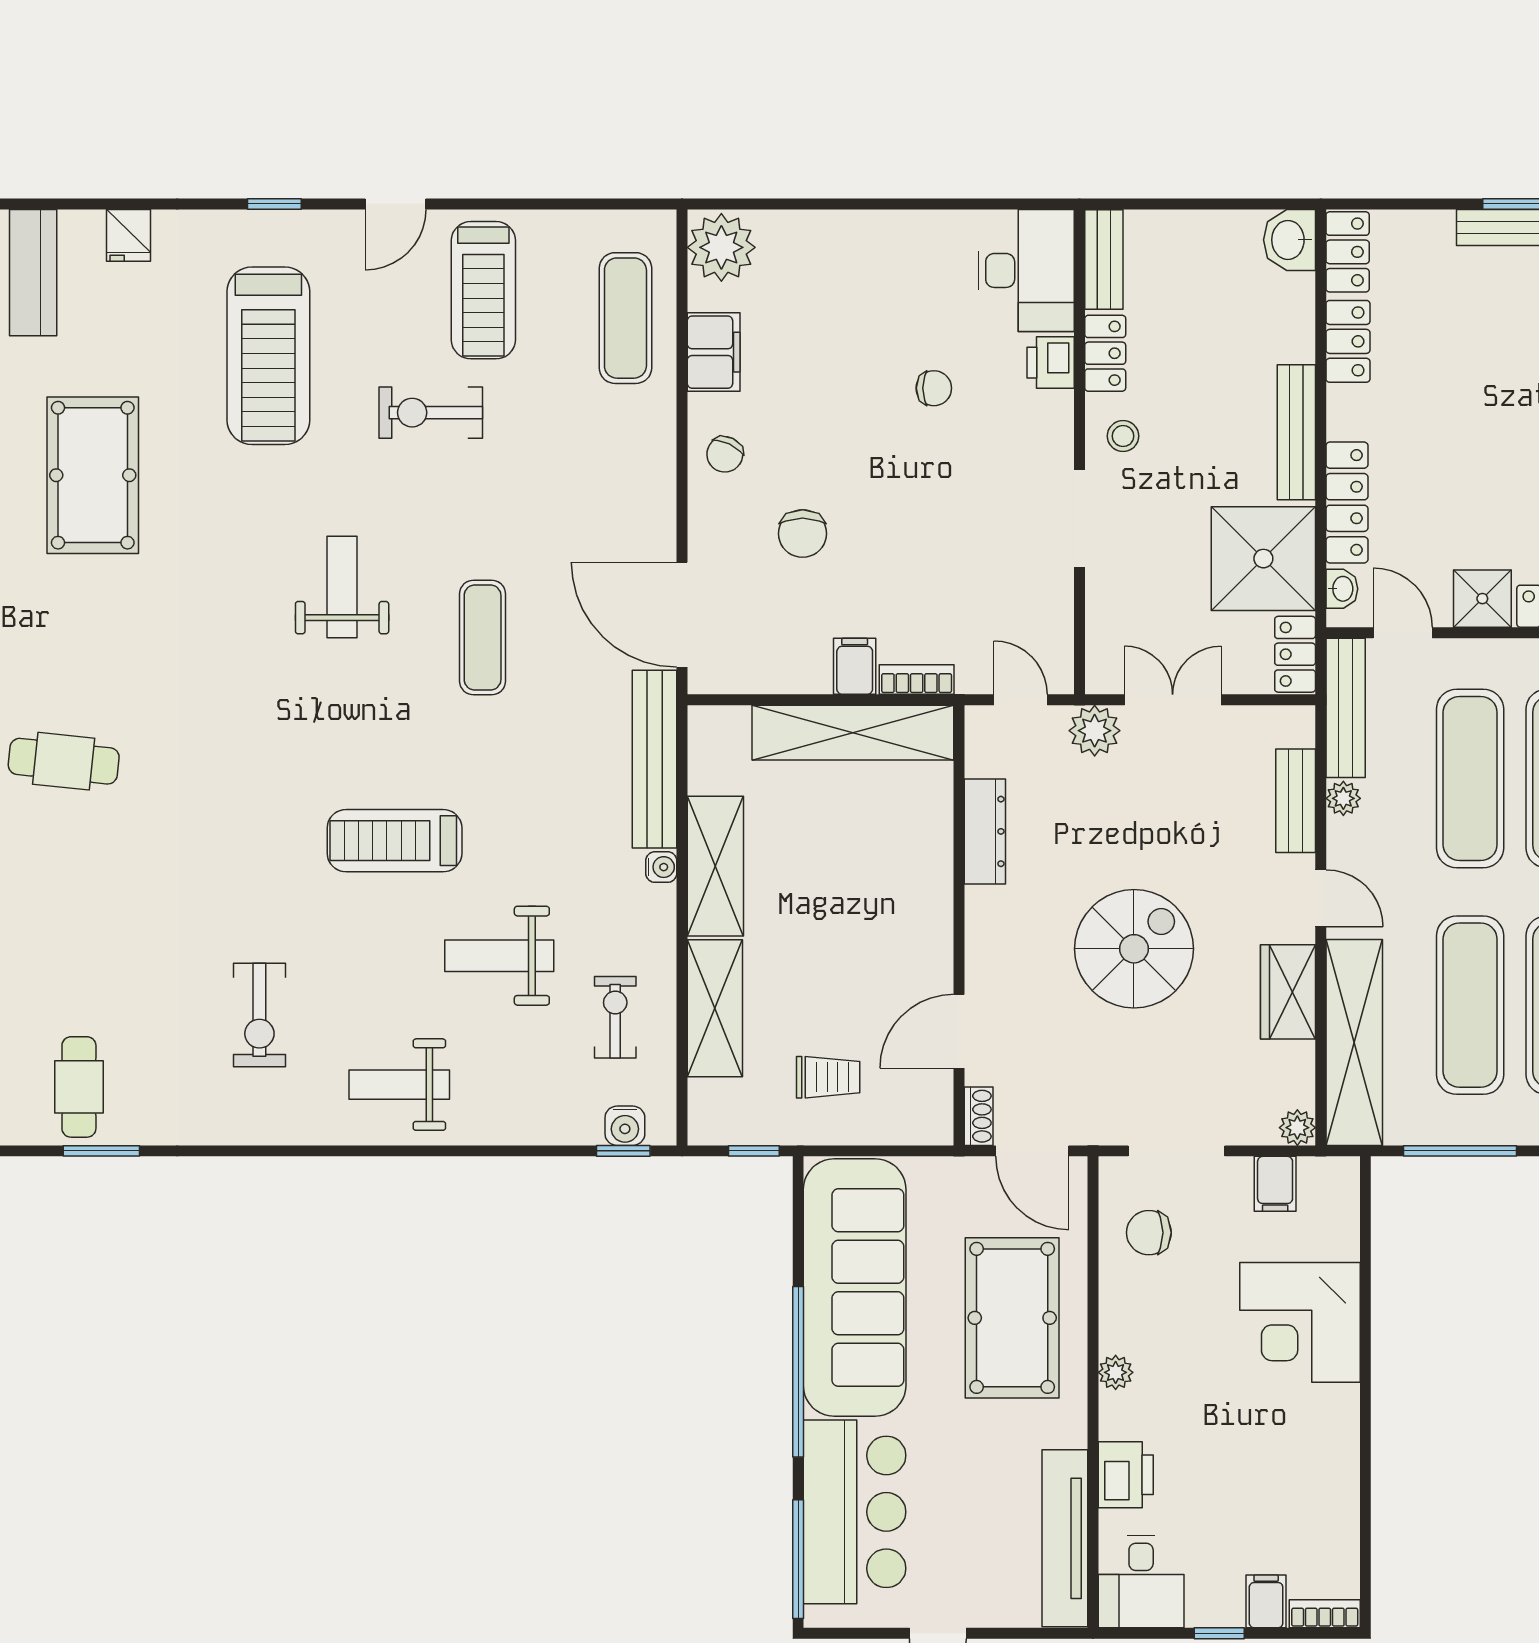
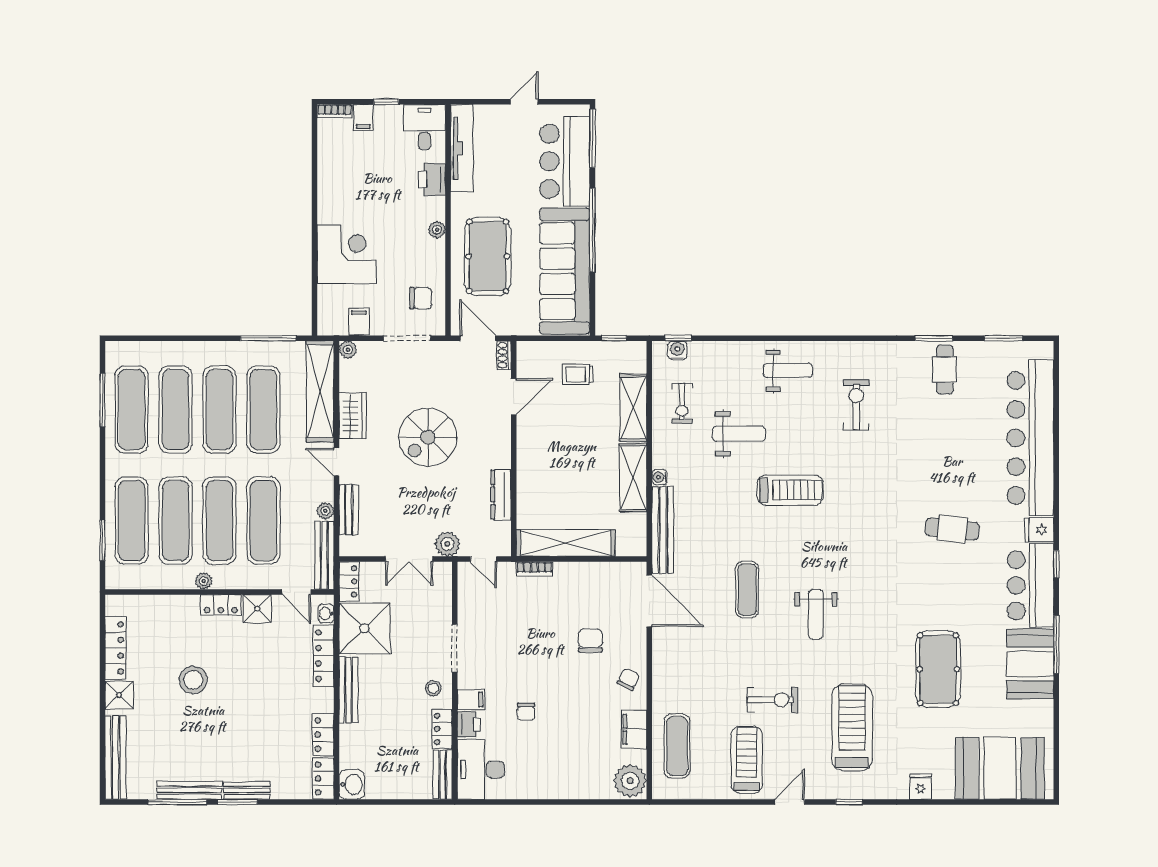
chair: (934, 388) -> (526, 712), turned -90
filing cabinet: (855, 666) -> (471, 700), moved, turned -90

